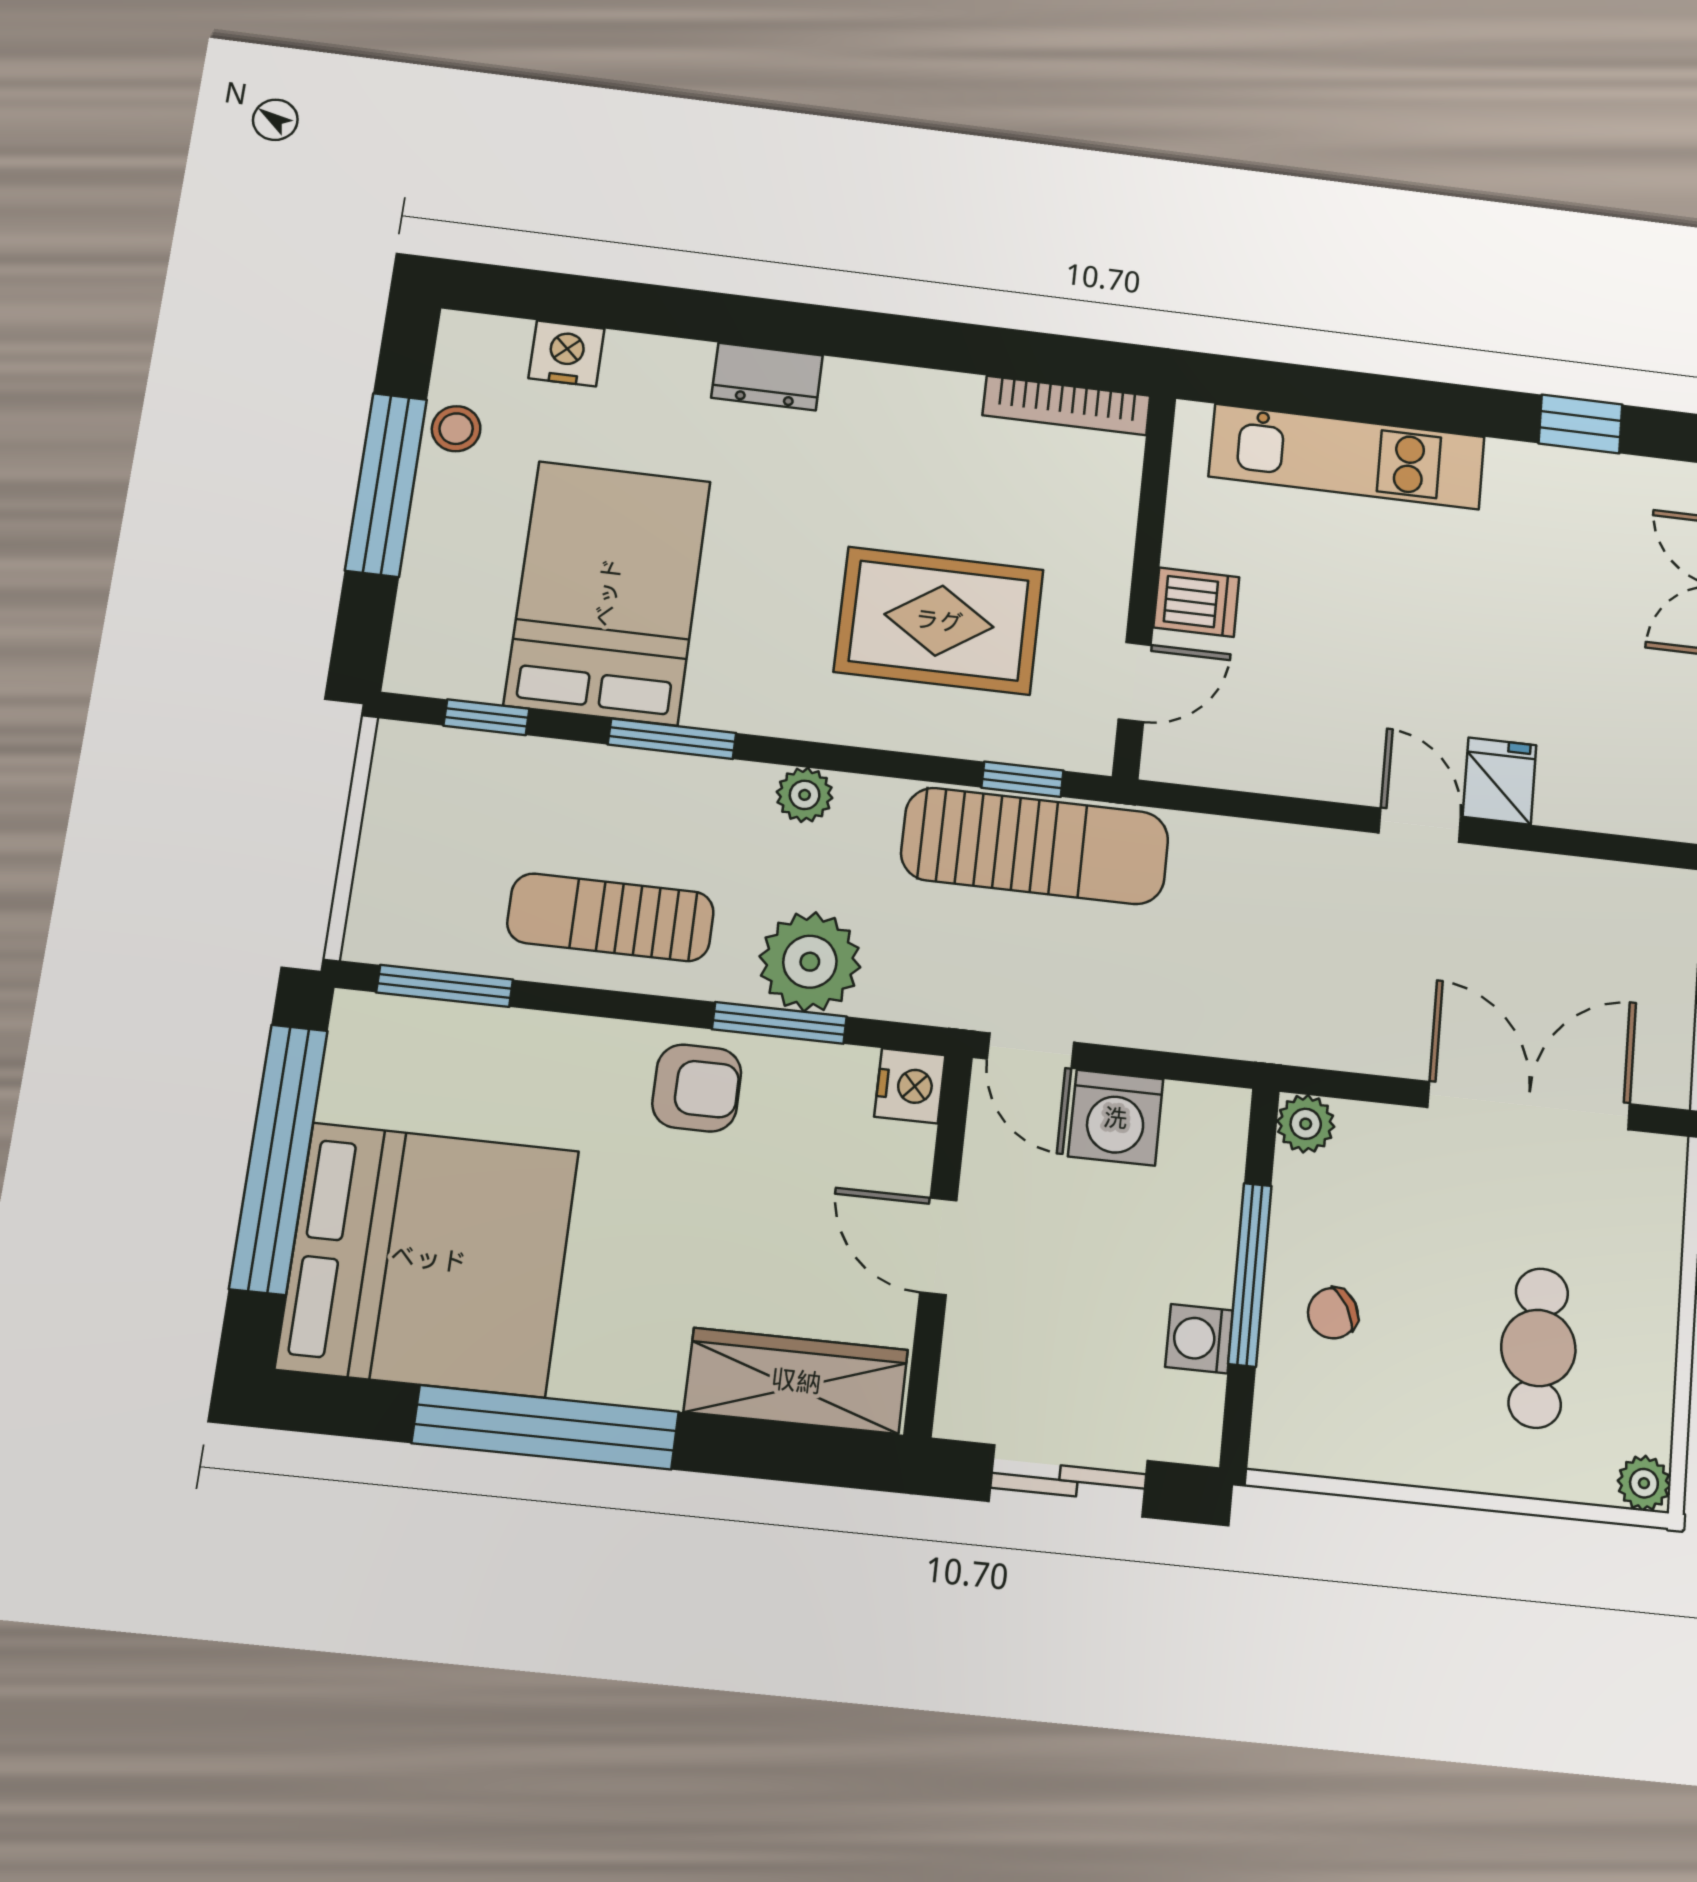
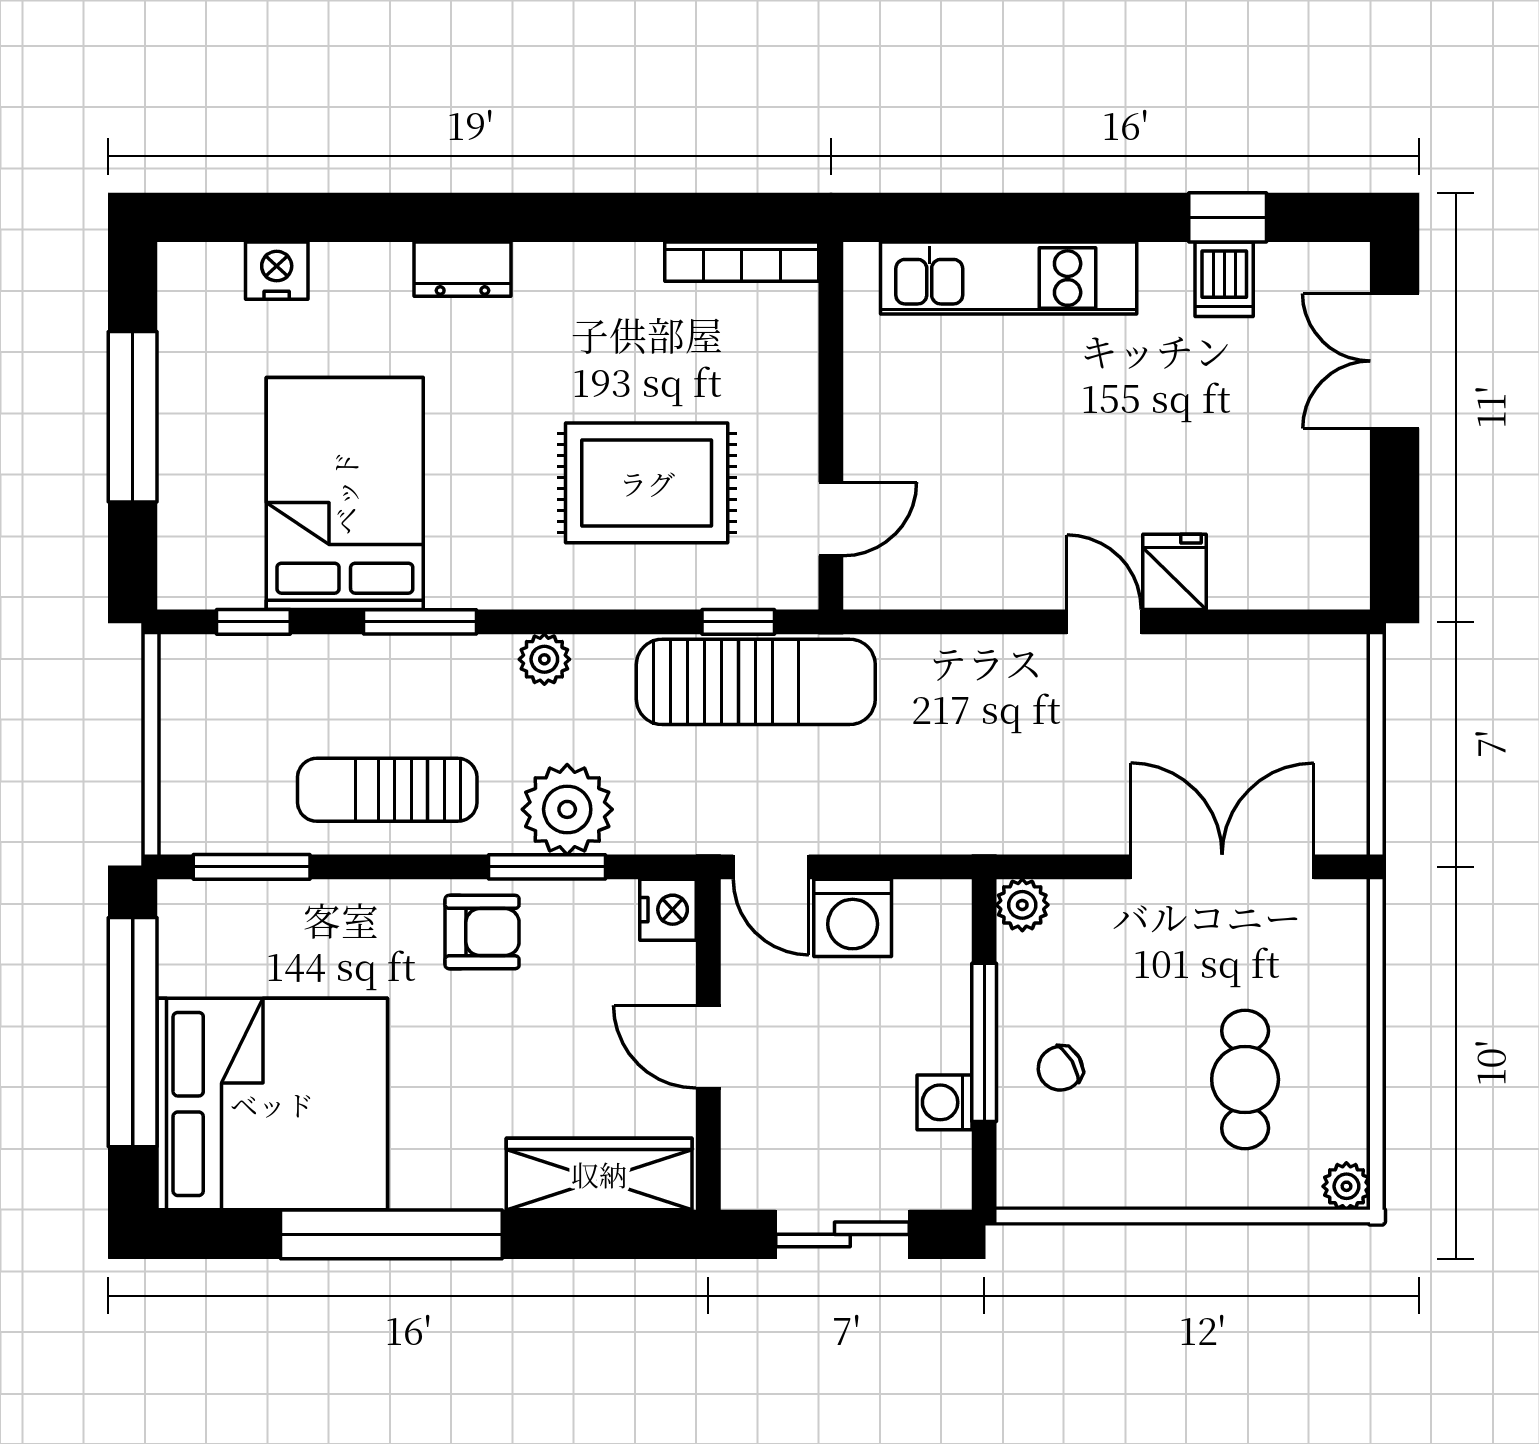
stool: (456, 429) -> (187, 356), removed
dishwasher: (1196, 602) -> (1224, 279), moved, turned 90

